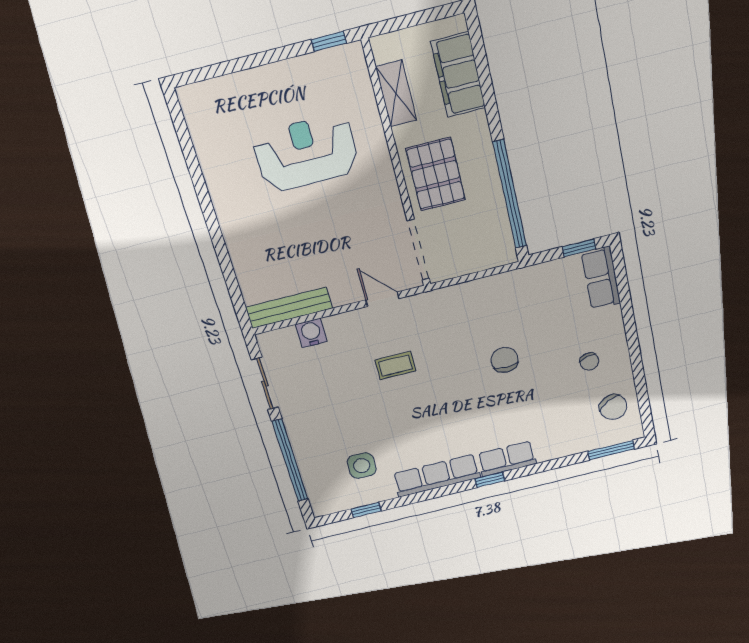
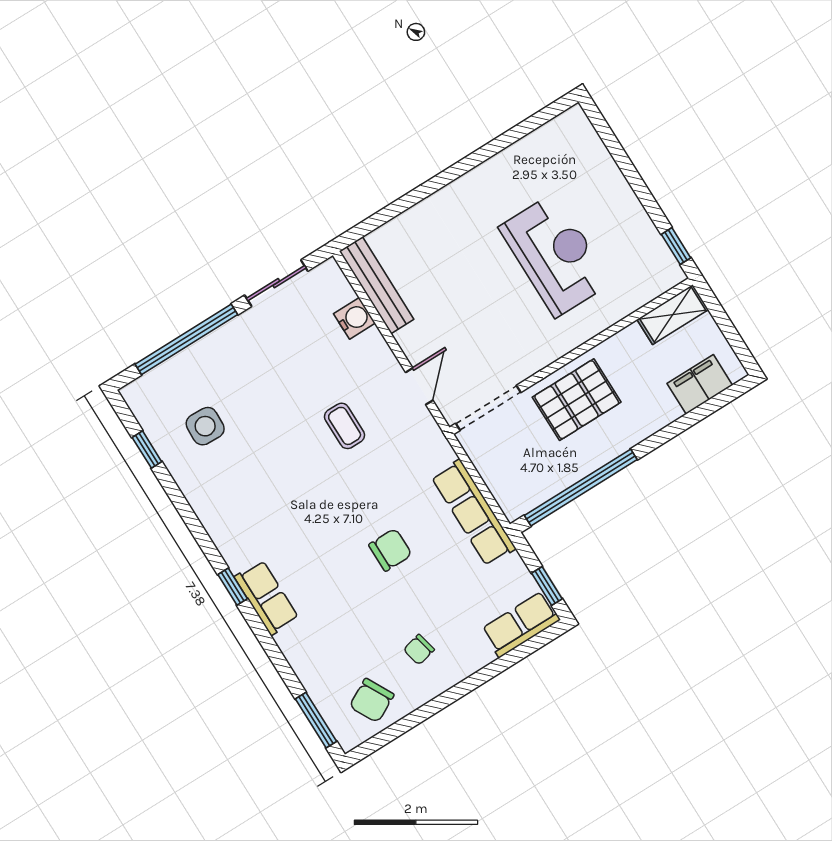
filing cabinet: (458, 75) -> (700, 384), width x0.67, depth x0.86
shelving: (396, 94) -> (673, 315), moved
row of seats: (437, 476) -> (474, 513), moved, turned 180

